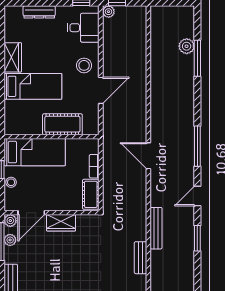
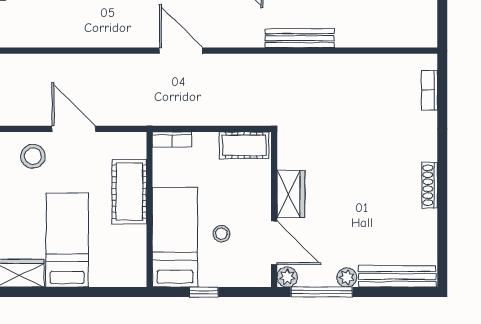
door: (148, 156) -> (181, 51), swing flipped
bookcase: (94, 166) -> (172, 140), moved
stool: (11, 182) -> (221, 234), moved
plant: (10, 240) -> (347, 277), moved
bench: (141, 258) -> (348, 64), removed

